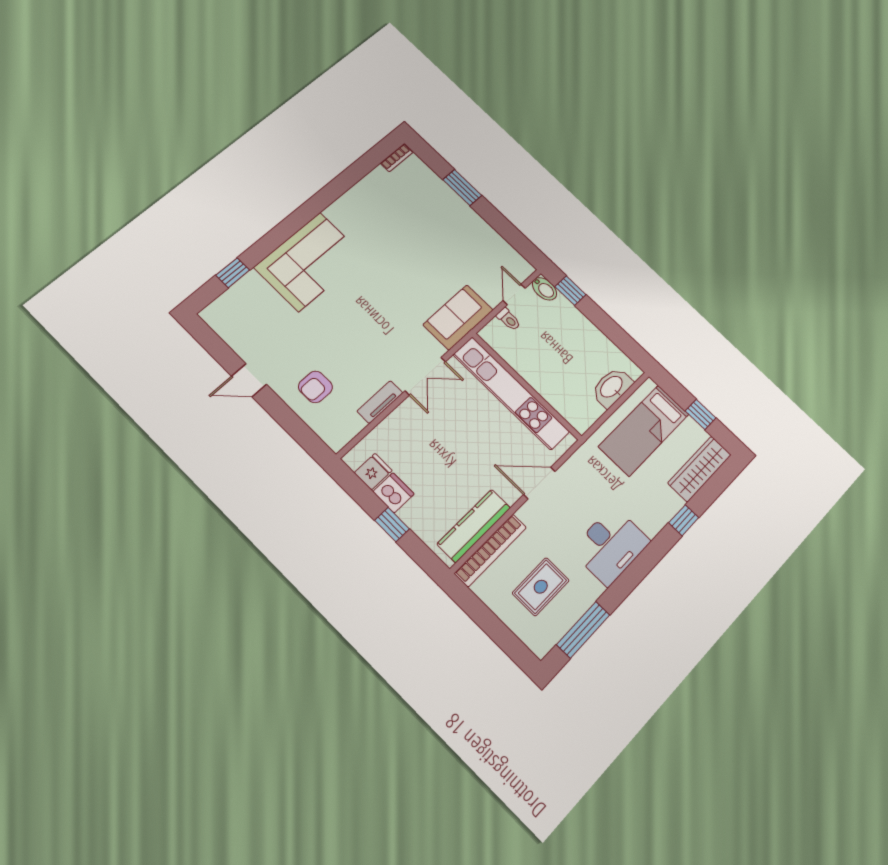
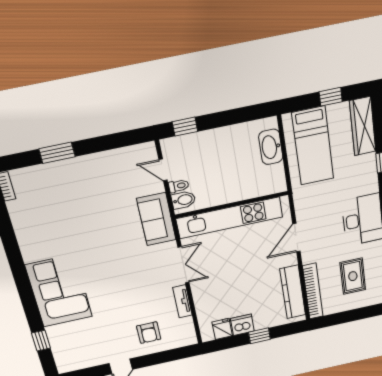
bidet: (544, 289) -> (183, 200), moved

